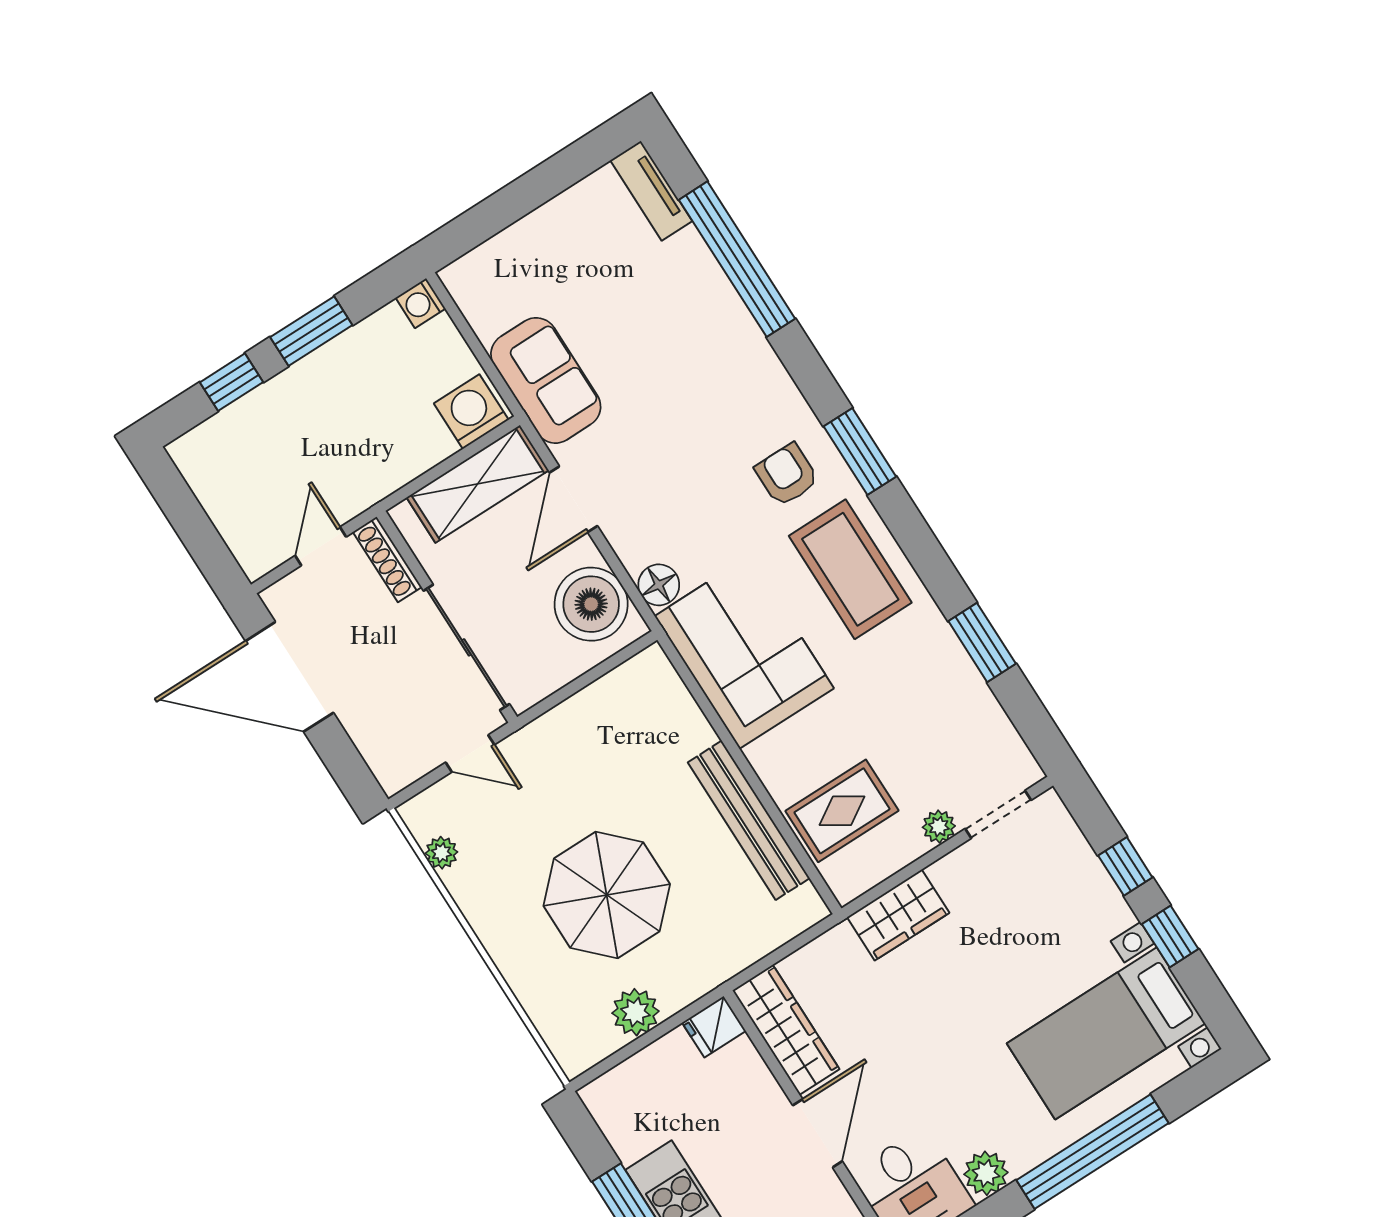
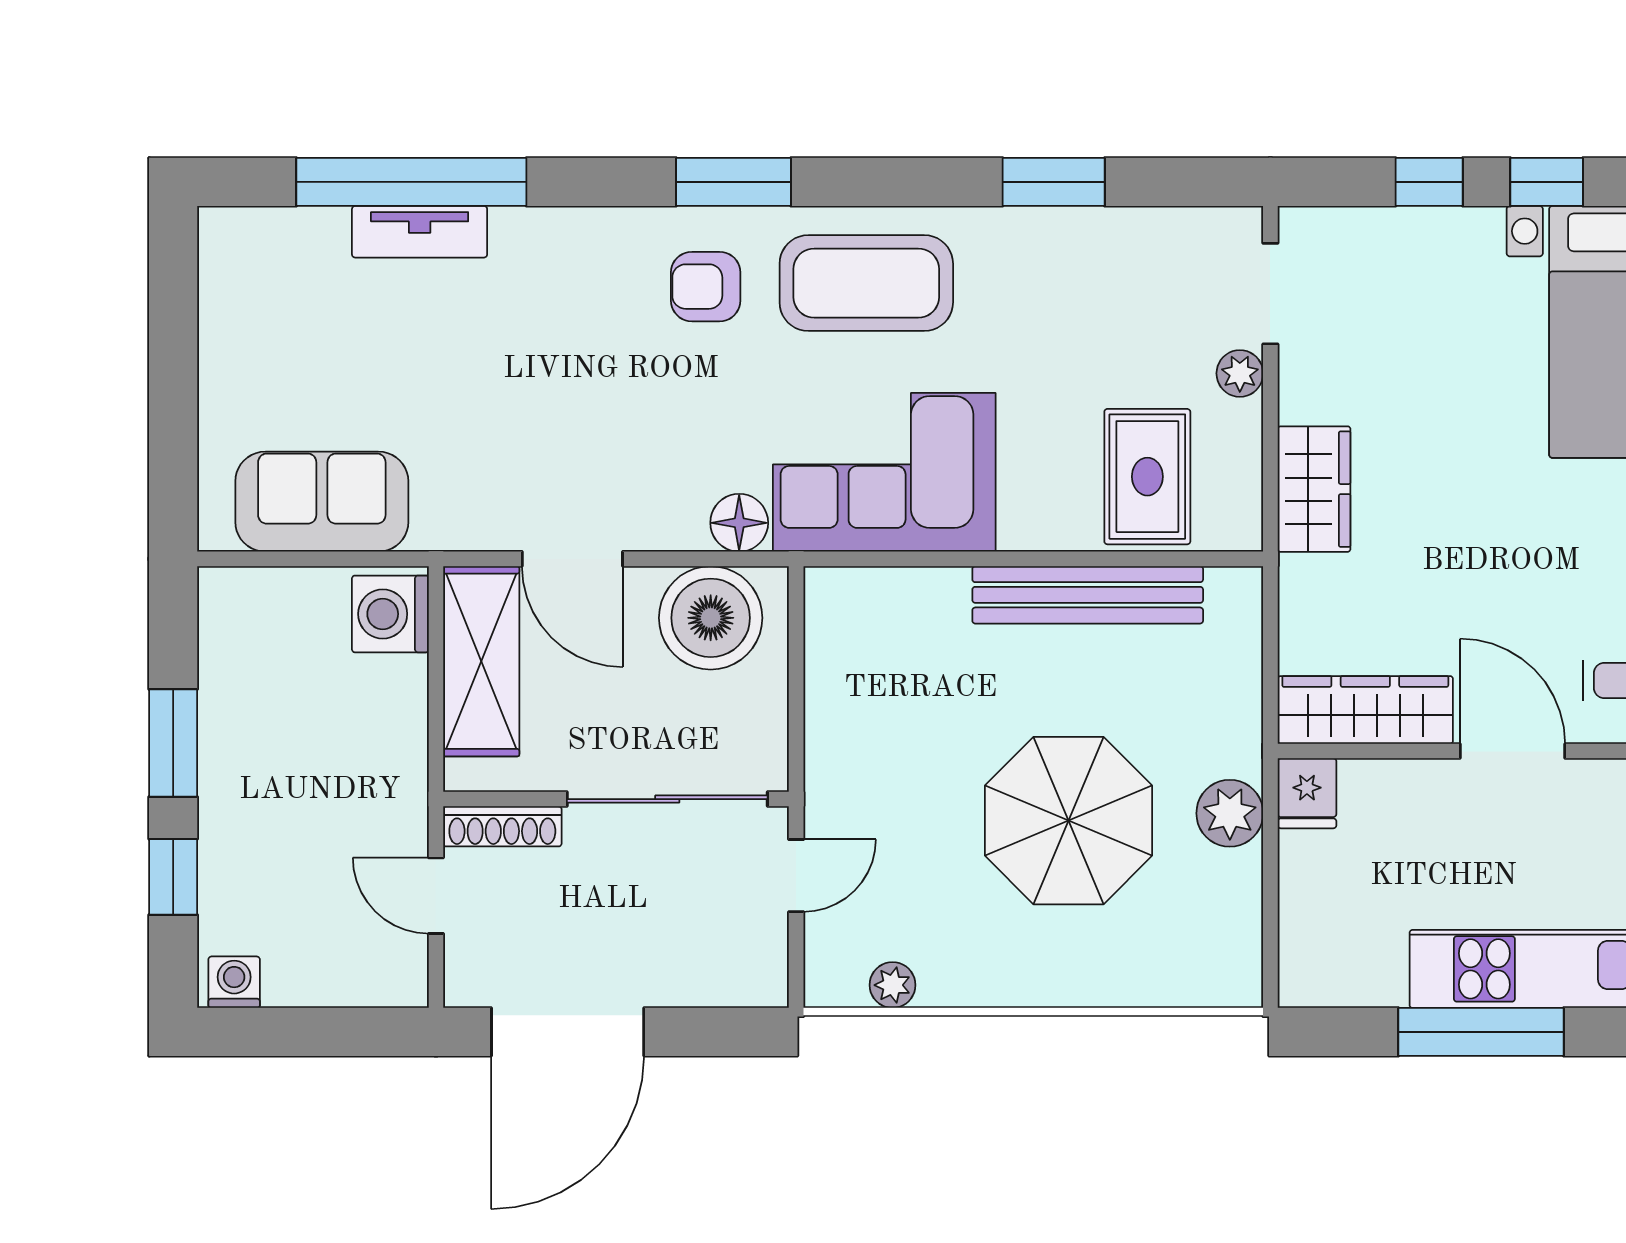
tv unit: (651, 191) -> (420, 232), moved
washing machine: (420, 303) -> (234, 982), moved, turned 180
sofa: (546, 380) -> (322, 502), moved
plant: (635, 1012) -> (1230, 813), moved

